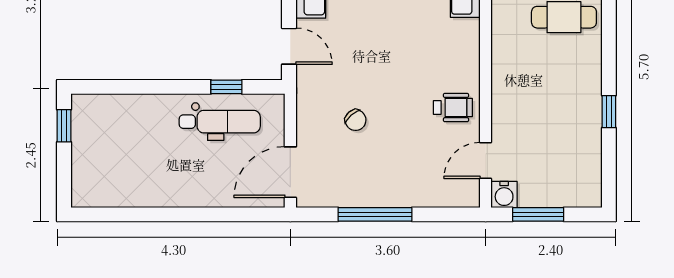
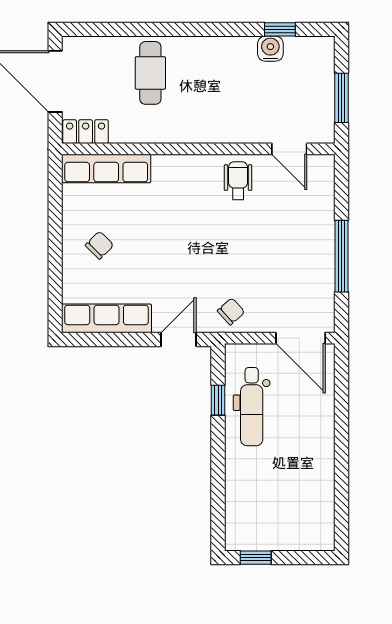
window: (609, 112) -> (280, 29), moved
chair: (356, 120) -> (231, 311), moved
dental chair: (220, 122) -> (252, 407), turned 180
water cooler: (504, 194) -> (270, 49), moved, turned -90

